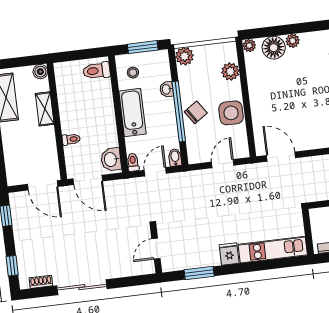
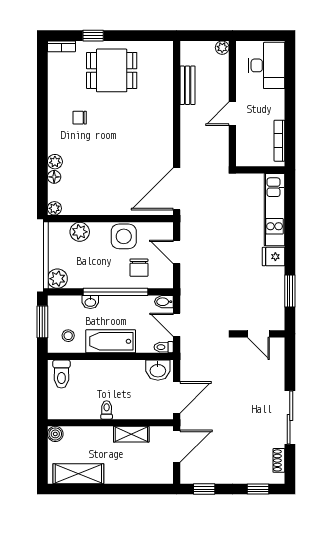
floor lamp: (274, 48) -> (54, 177), width x0.53, depth x0.53
shelving: (45, 109) -> (131, 434), moved
chair: (196, 112) -> (139, 268), moved, turned -146
toilet: (71, 139) -> (107, 410), moved
door: (281, 157) -> (177, 189), width x1.36

